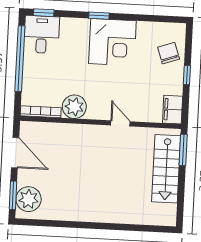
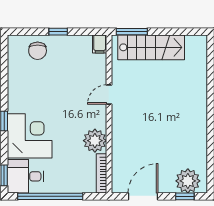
corner desk: (112, 42) -> (30, 136), moved
chair: (169, 53) -> (38, 51), turned -71
filing cabinet: (173, 110) -> (100, 44), width x0.50
window: (13, 195) -> (185, 196), width x0.67

